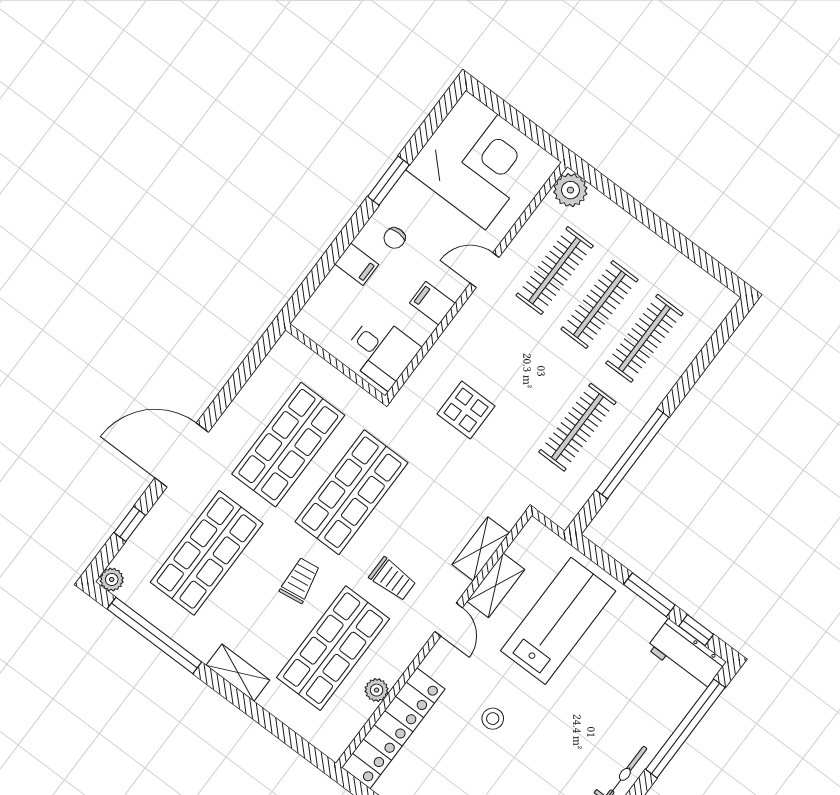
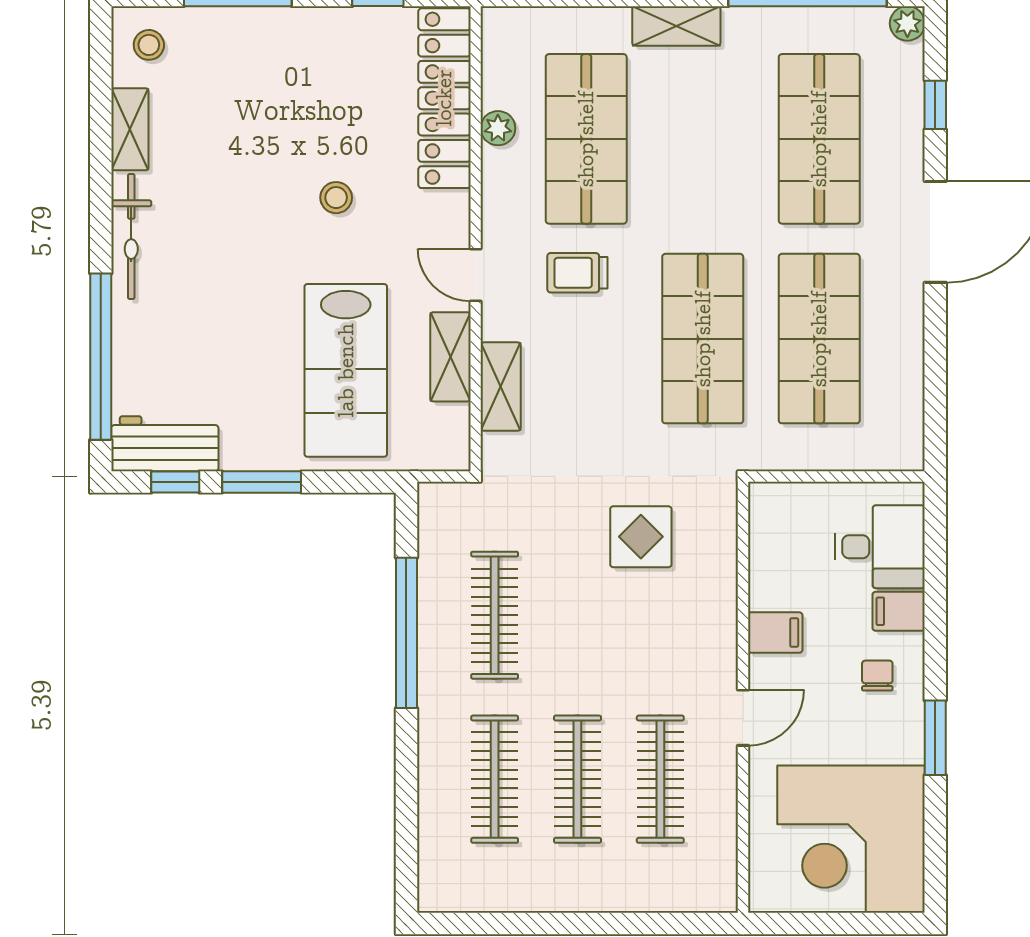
plant: (570, 190) -> (713, 888), removed
desk: (381, 351) -> (880, 547), moved, turned 180
trolley: (300, 580) -> (685, 189), removed

